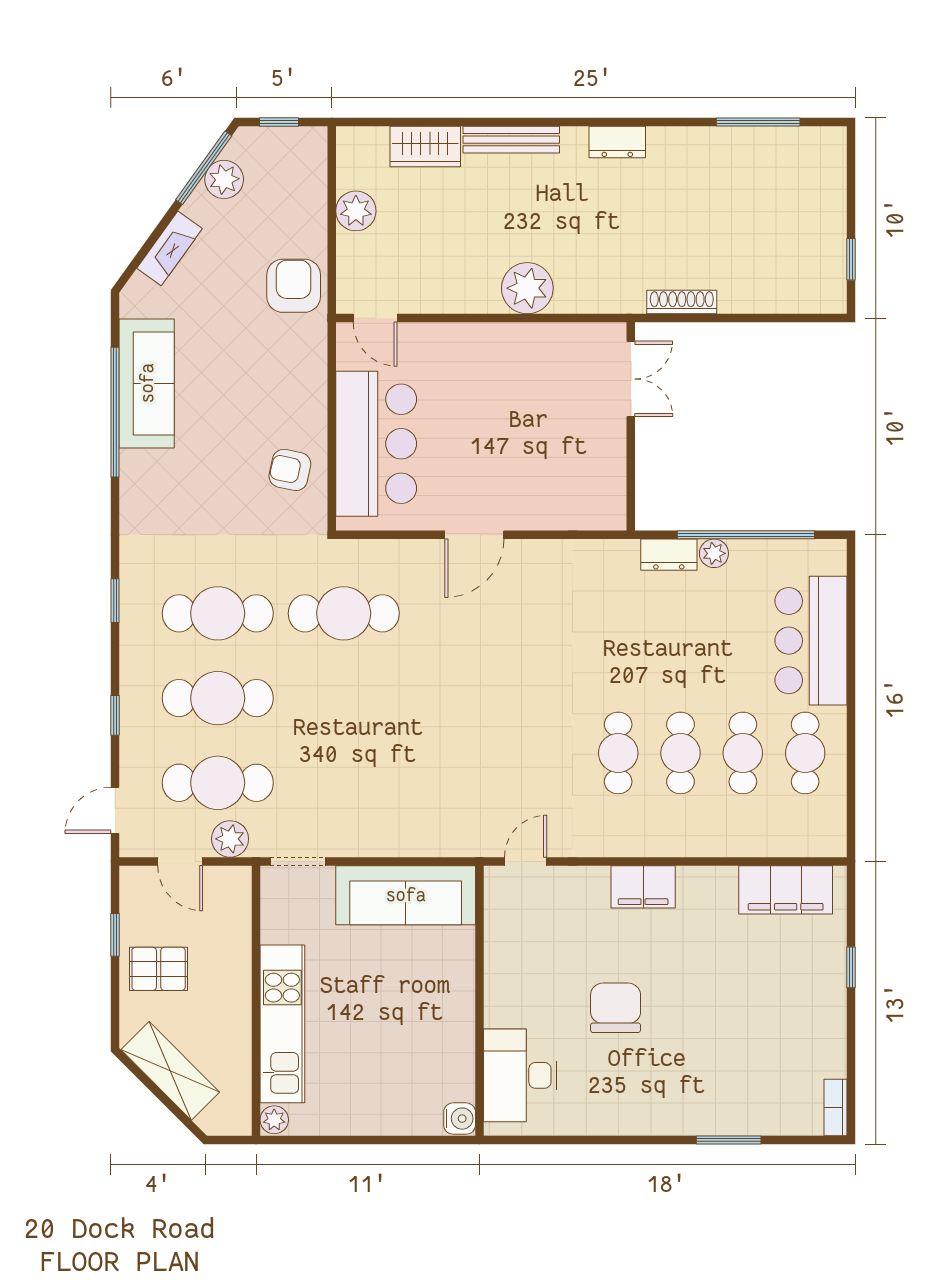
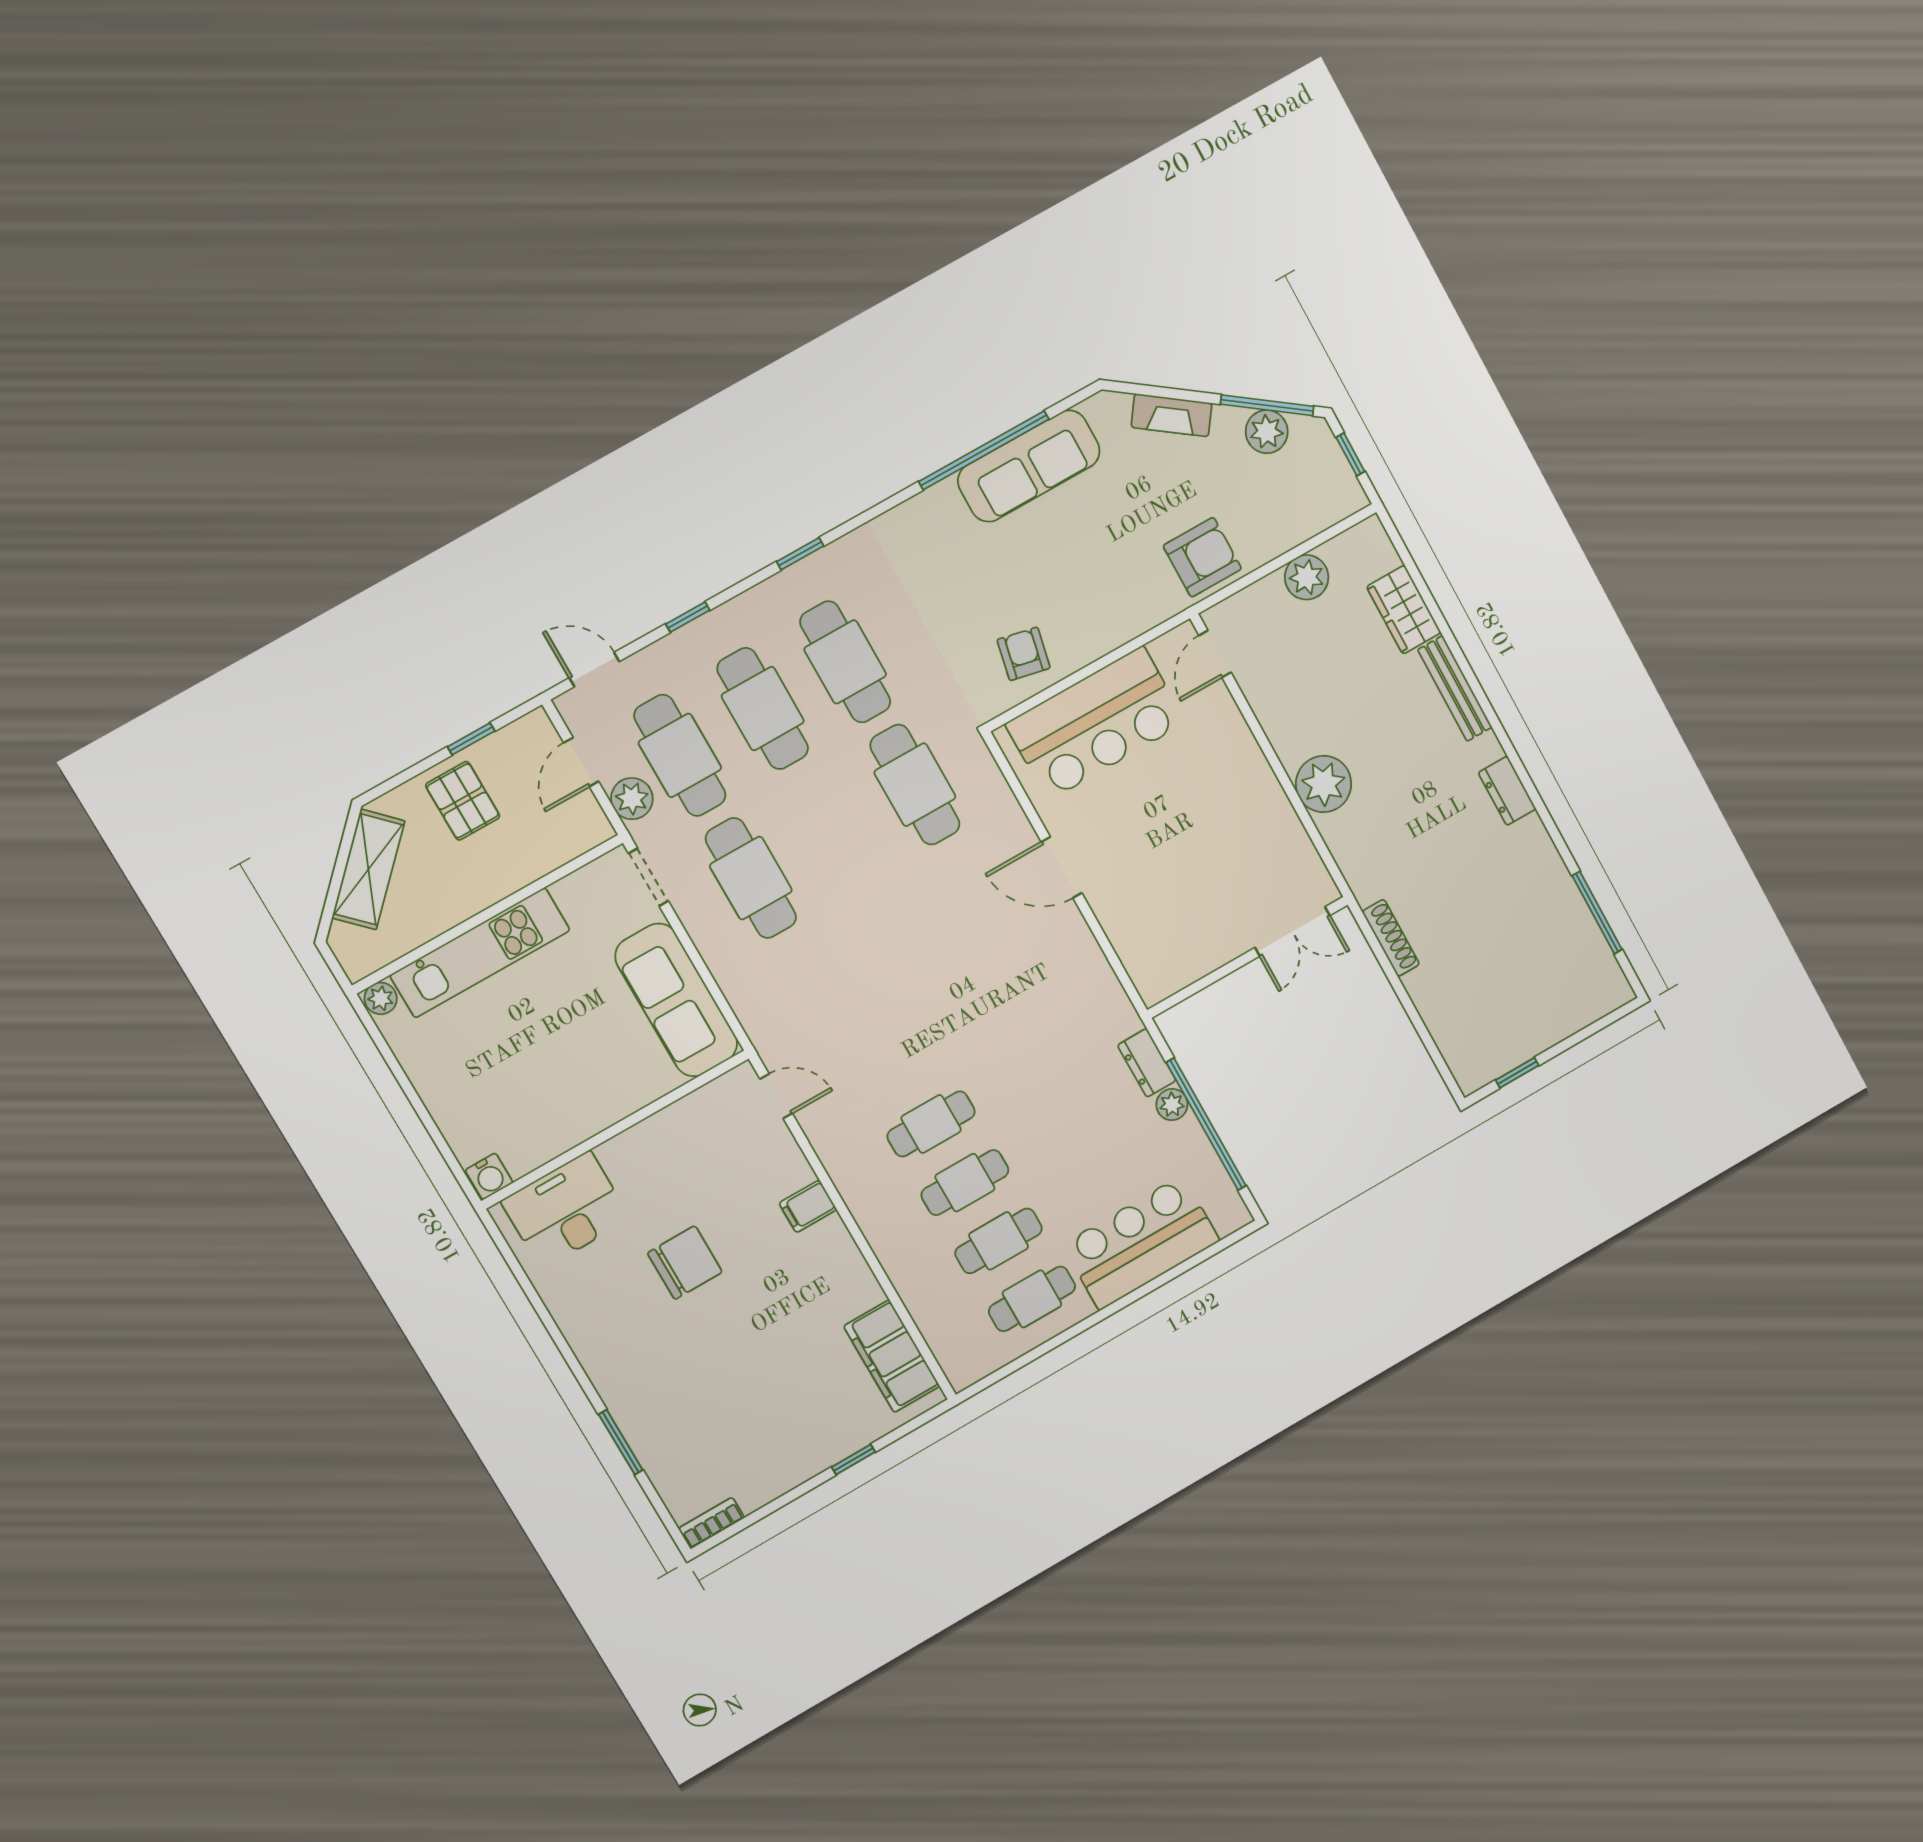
cafe table: (344, 783) -> (751, 878), added
filing cabinet: (643, 887) -> (808, 1206), width x0.50

